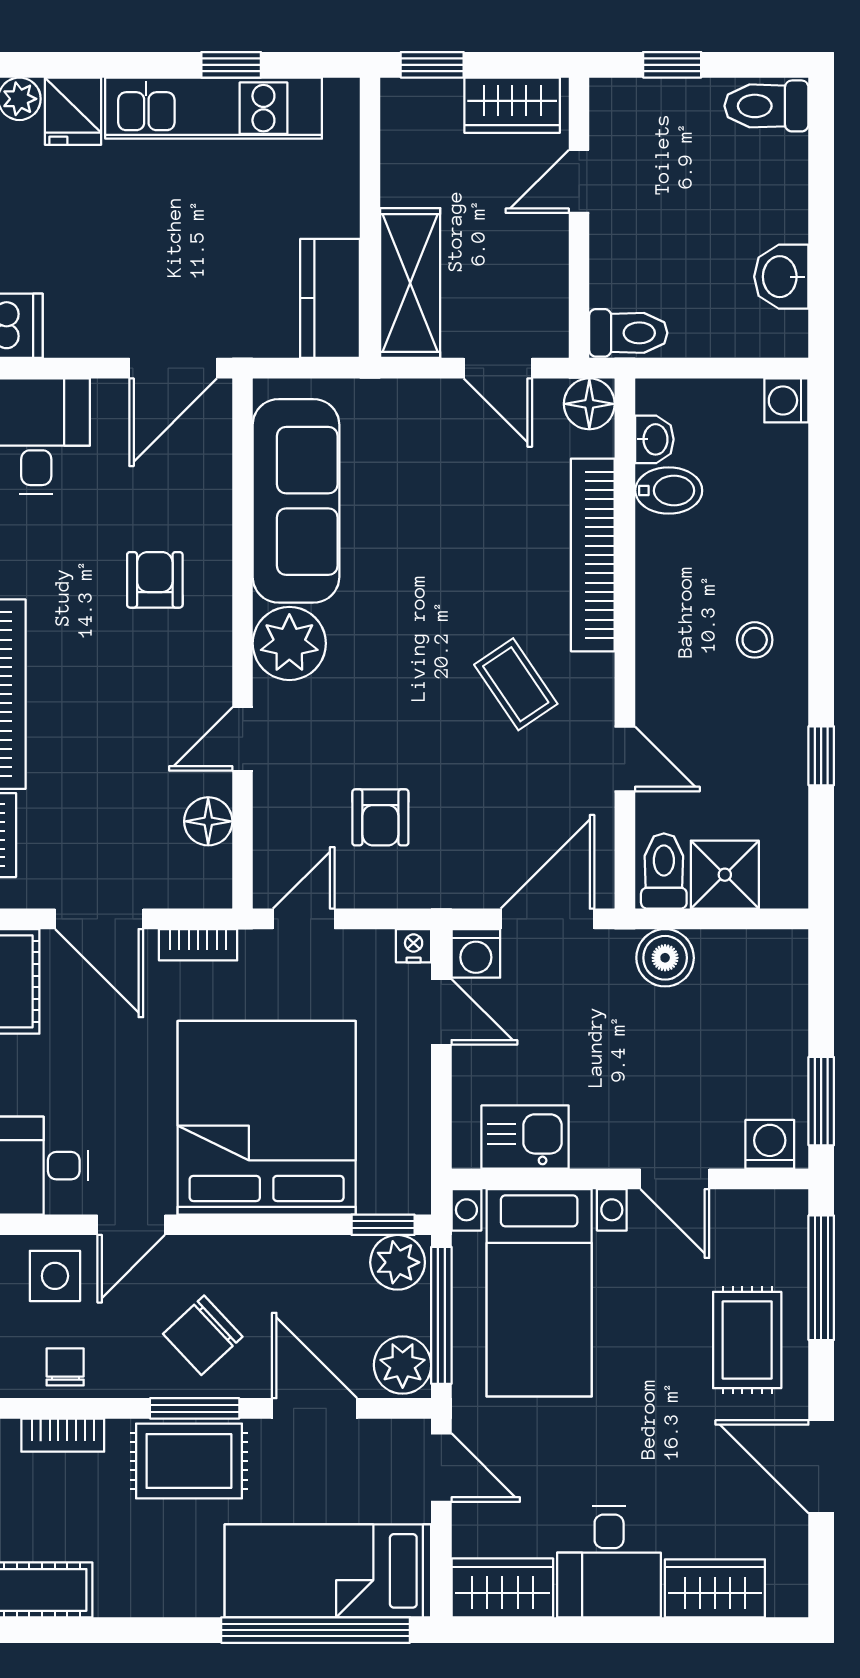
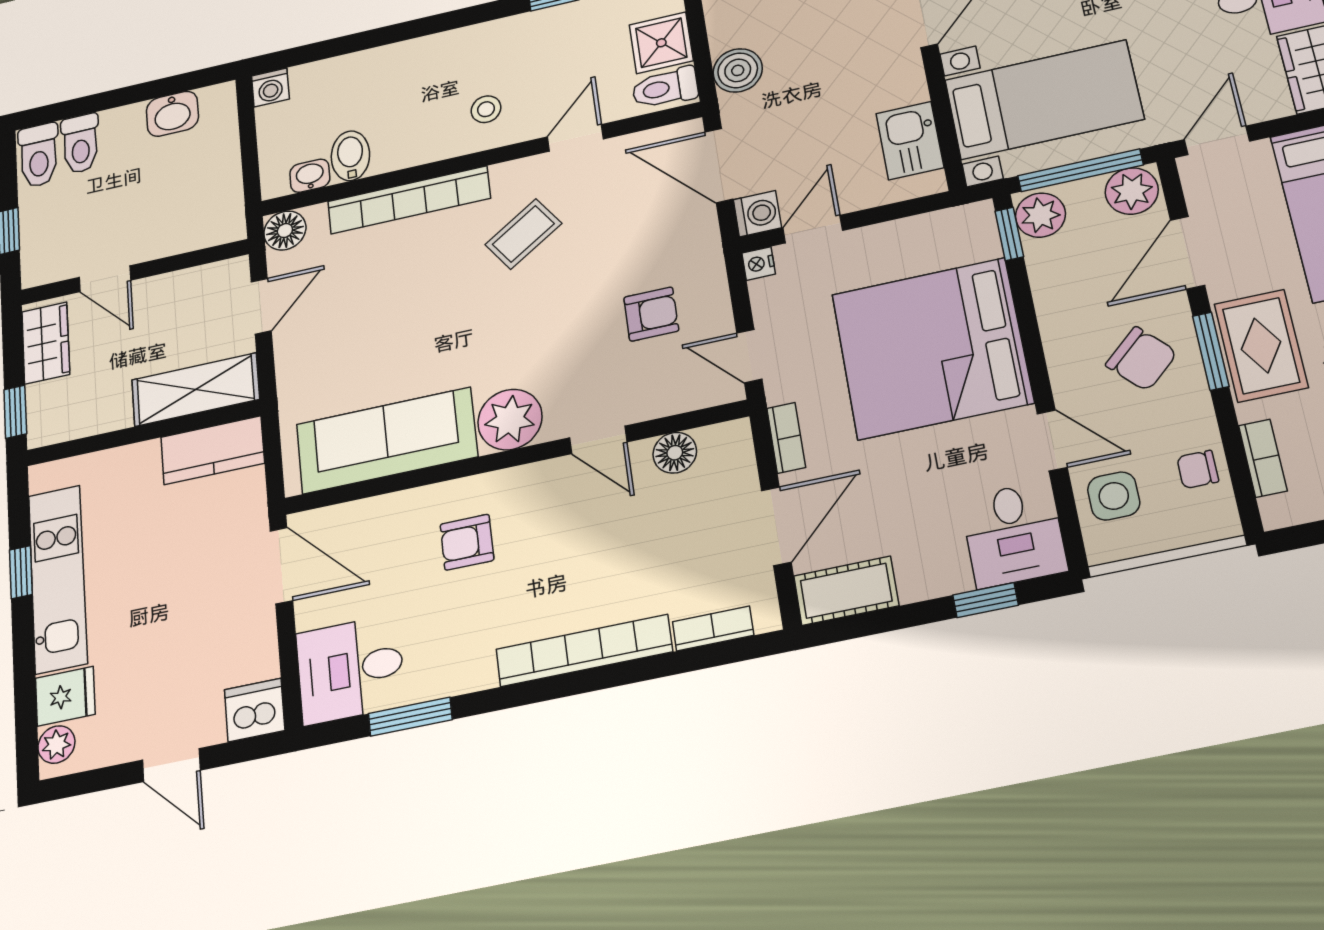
toilet: (628, 333) -> (80, 144), moved, turned 180
stool: (755, 640) -> (486, 109), moved

